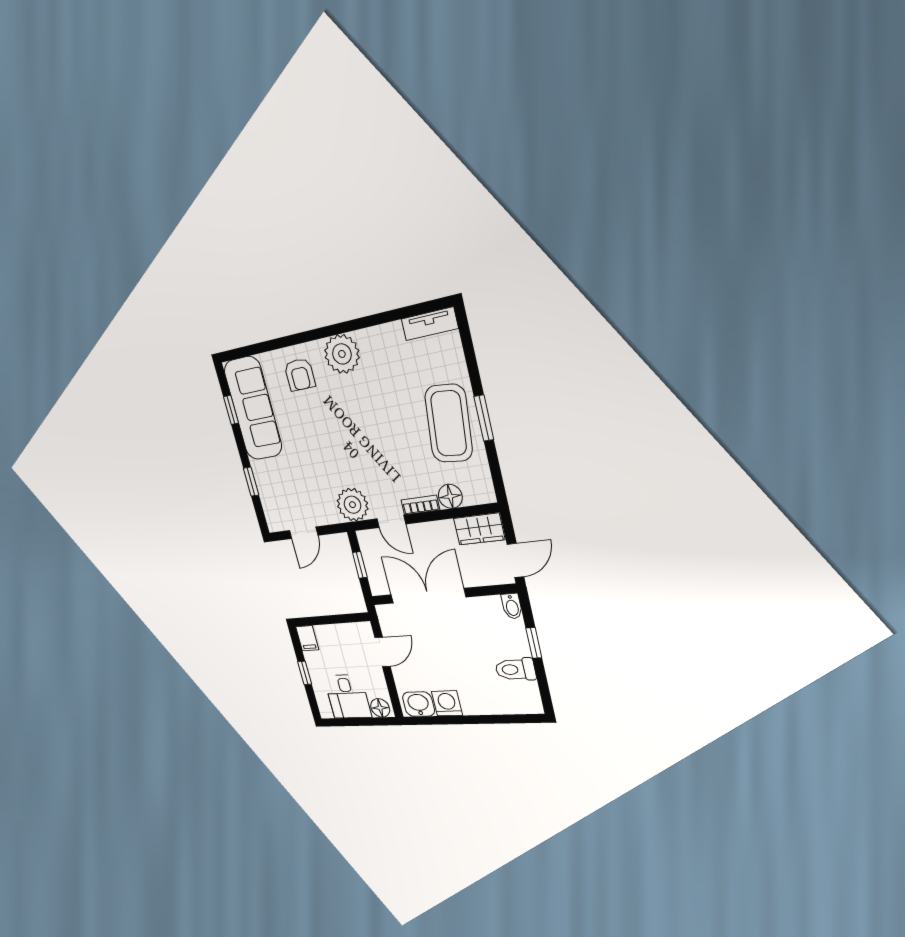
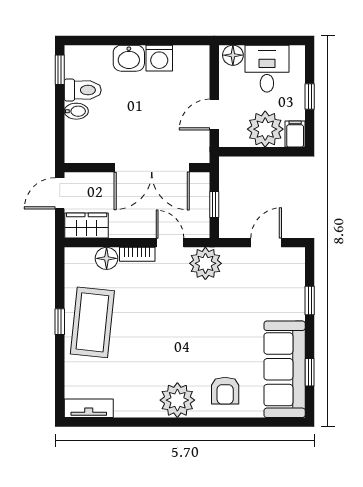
armchair: (300, 375) -> (225, 391), turned 180
window: (484, 418) -> (60, 322), width x0.67
bidet: (512, 606) -> (76, 111), moved, turned 90
plant: (334, 641) -> (265, 129), added
window: (534, 643) -> (60, 70), moved
washbasin: (418, 704) -> (129, 58), moved

